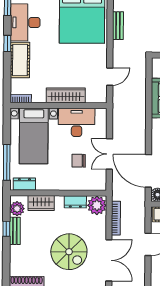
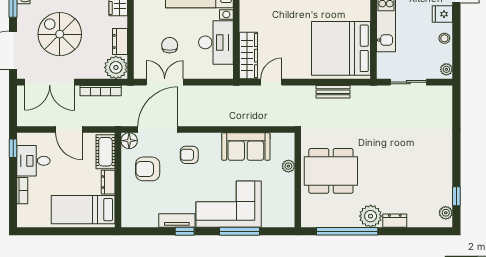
door: (110, 77) -> (271, 82), swing flipped
wardrobe: (66, 95) -> (248, 56), moved
double door: (109, 154) -> (165, 82), moved
spiral stairs: (69, 252) -> (60, 34), turned 90

